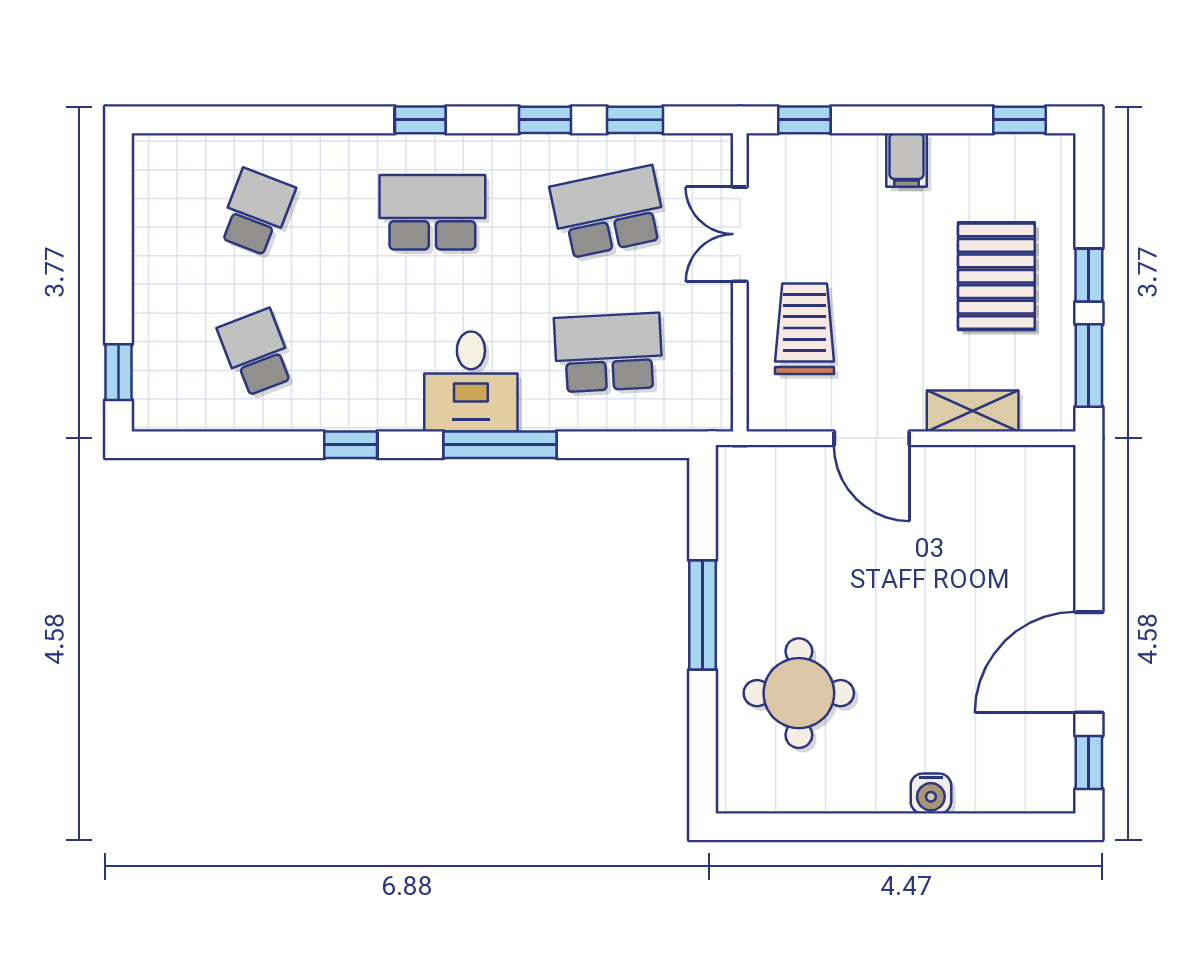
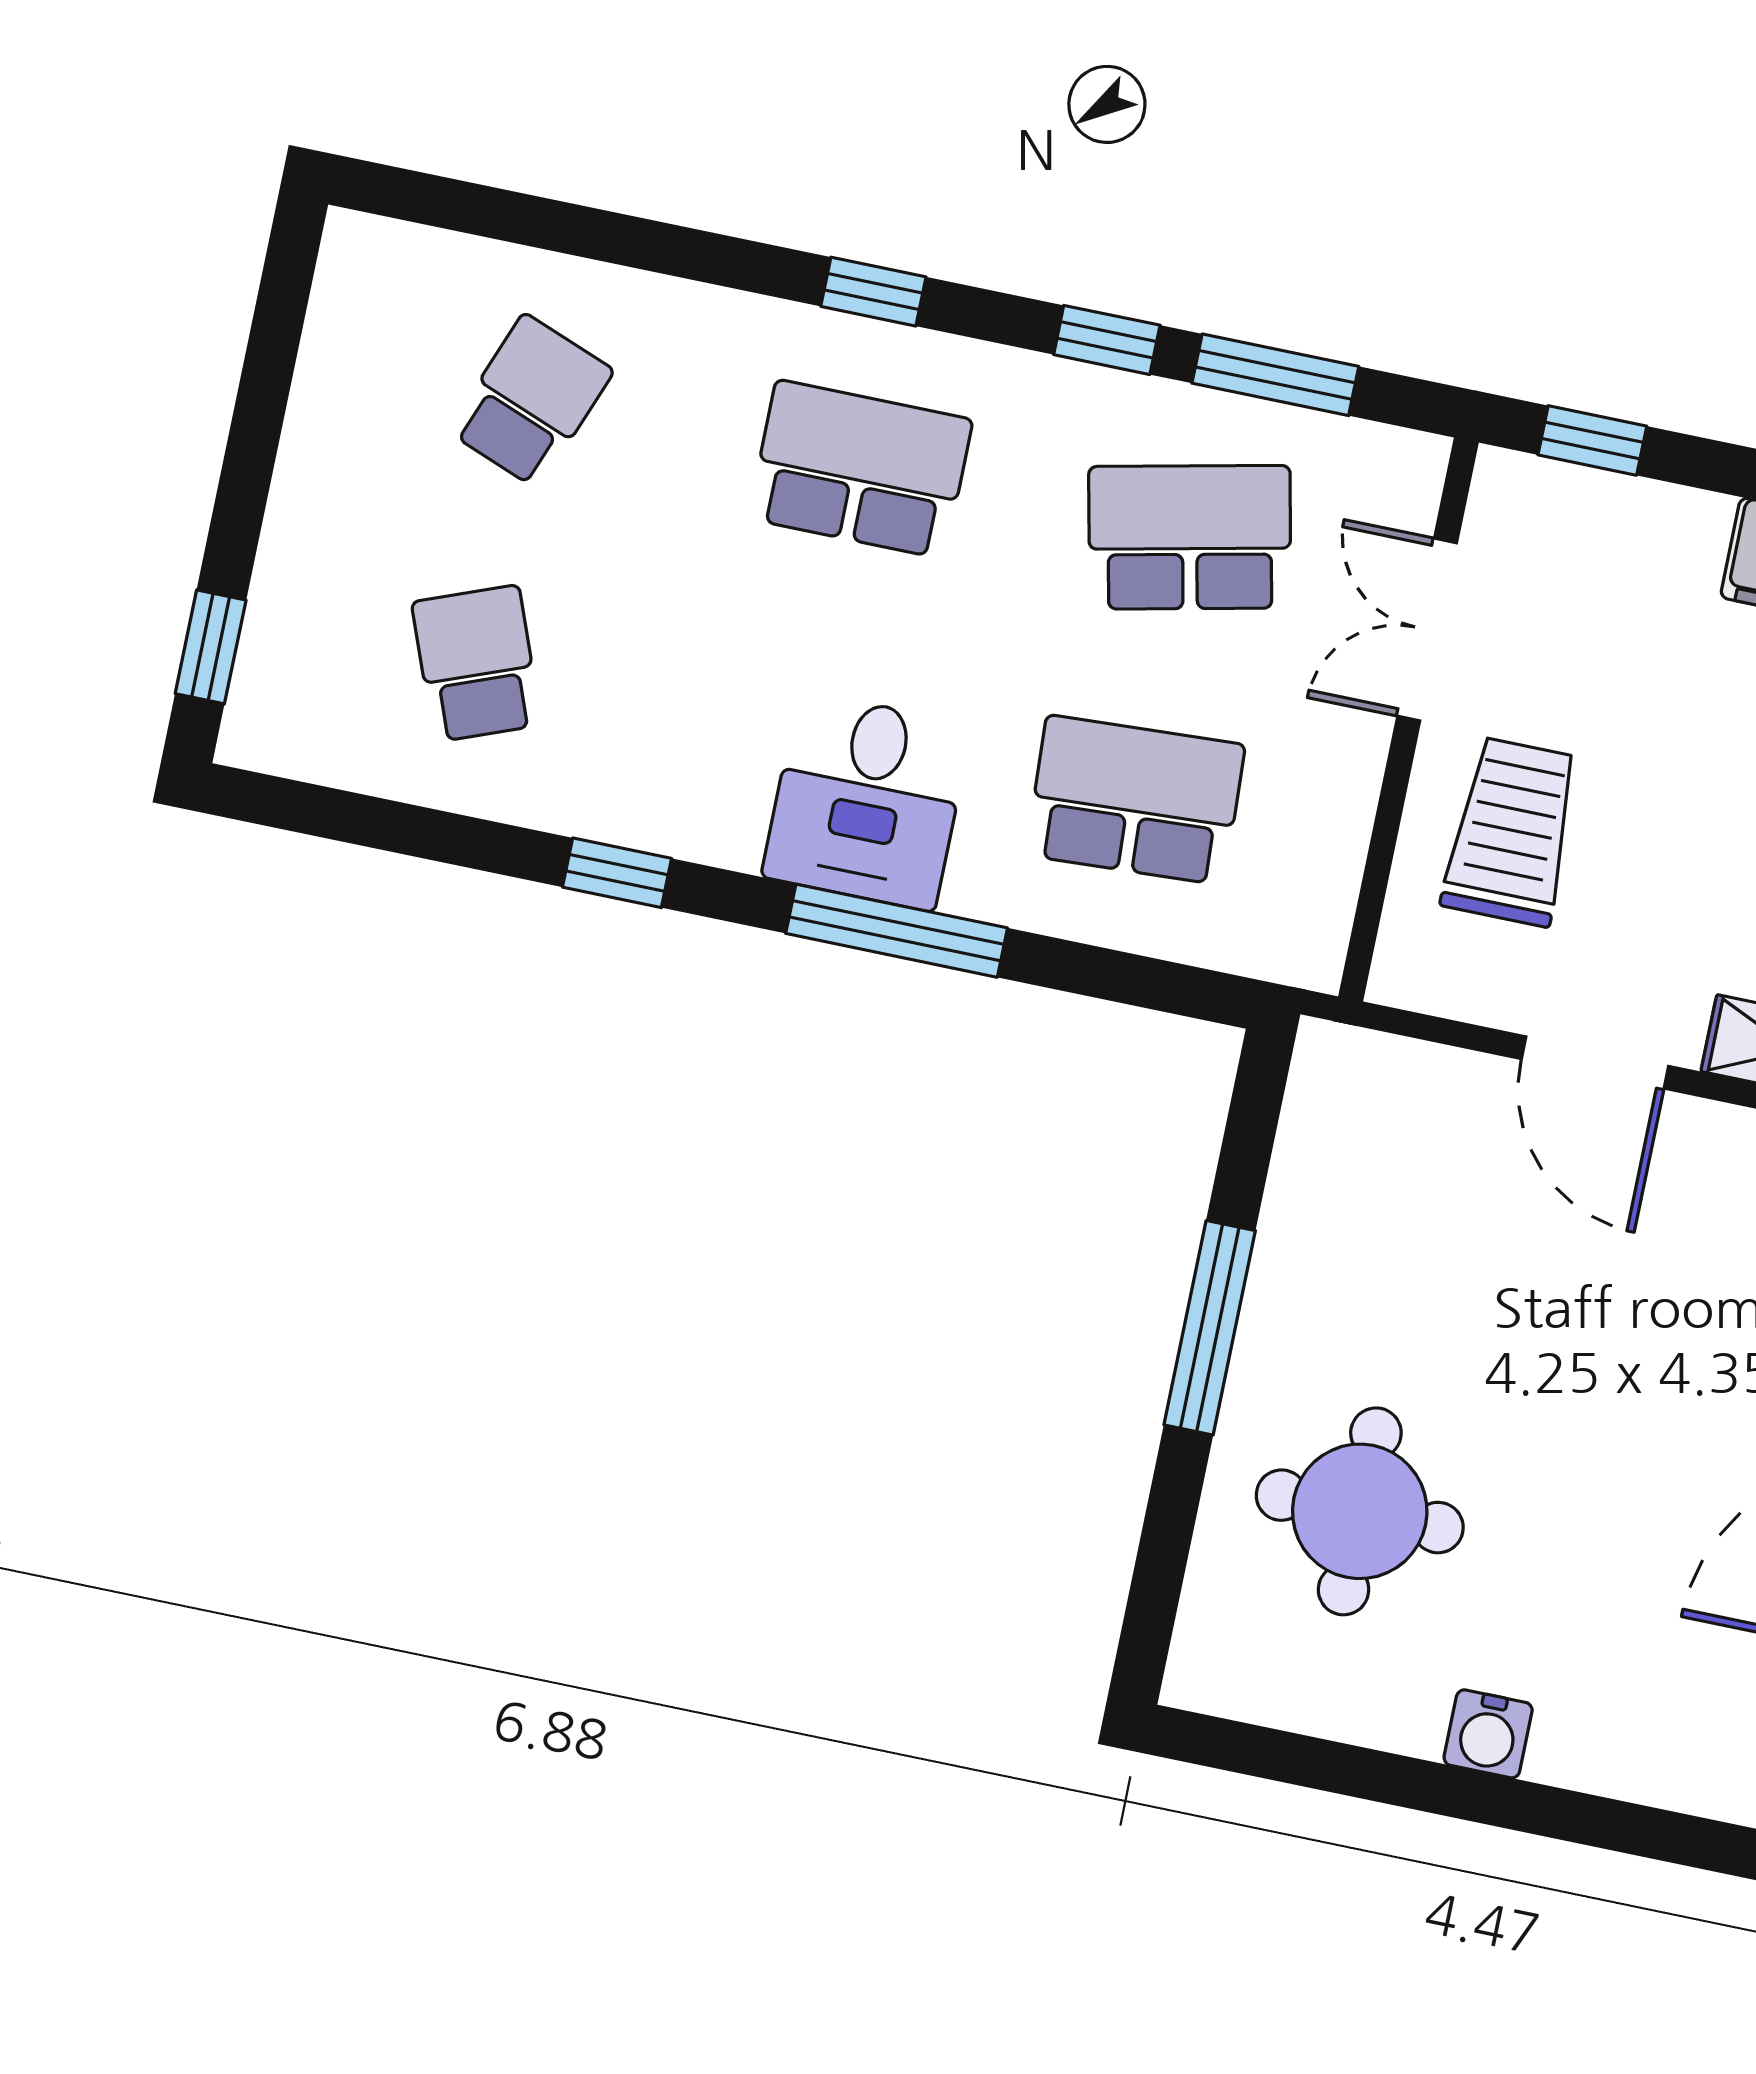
window: (635, 120) -> (1275, 375), width x1.50
water cooler: (931, 794) -> (1488, 1734), moved

